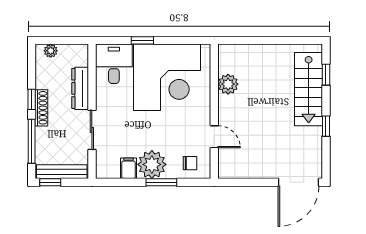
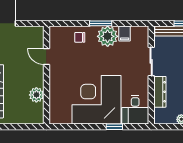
plant: (228, 84) -> (36, 95), moved
wall: (214, 111) -> (46, 75), moved
door: (214, 137) -> (46, 57), moved

